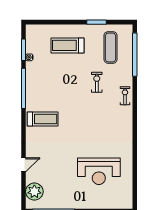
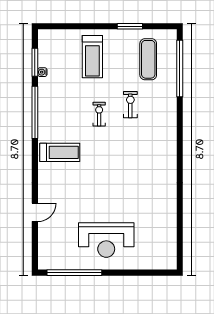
treadmill: (68, 45) -> (92, 57), turned -90
exercise bike: (125, 96) -> (99, 114), moved
reception desk: (99, 171) -> (106, 240), moved
plant: (34, 192) -> (49, 247), removed

